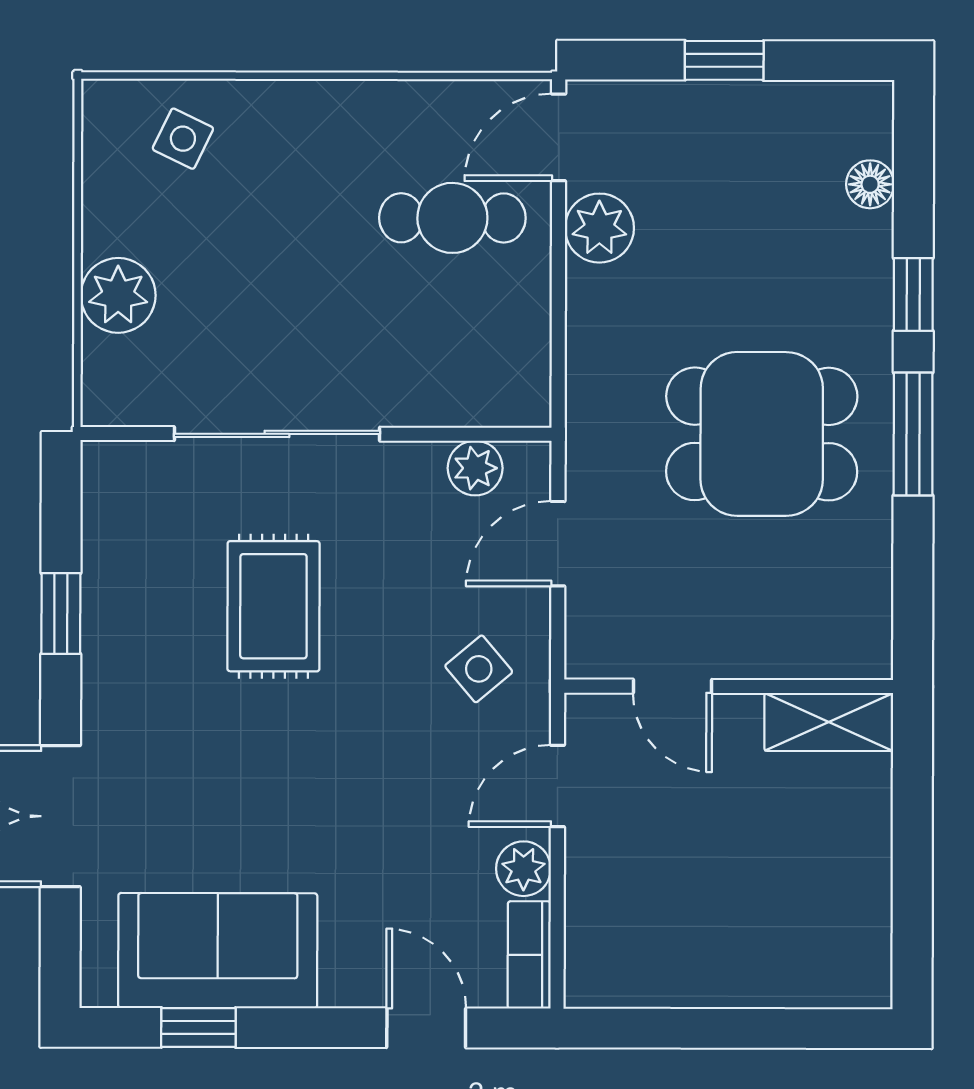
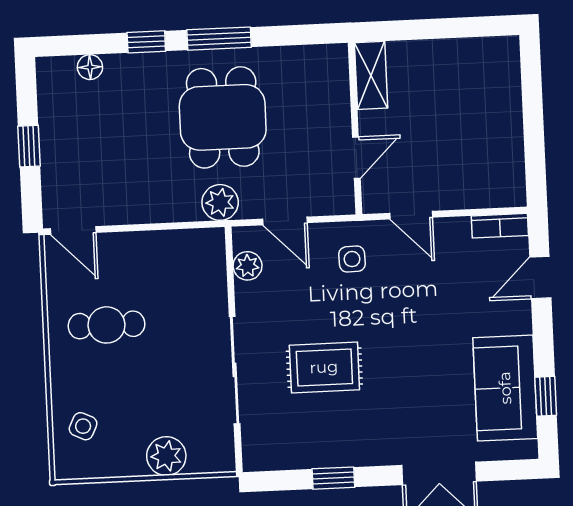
cafe table: (452, 218) -> (107, 325), moved, turned 90
plant: (599, 228) -> (220, 202), moved
side table: (479, 669) -> (352, 259), turned 38
plant: (523, 869) -> (455, 231), removed

